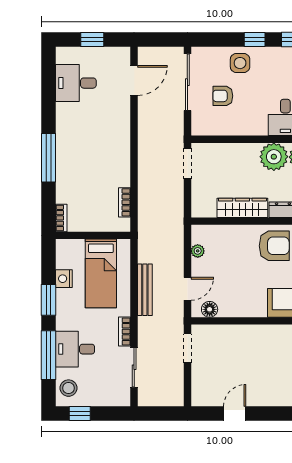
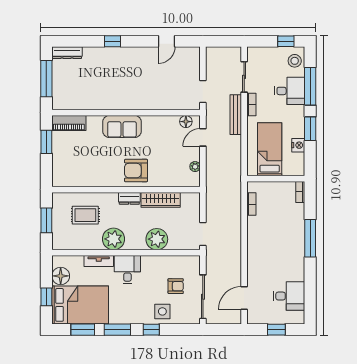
plant: (274, 157) -> (157, 239), moved
bench: (145, 290) -> (236, 115), moved

